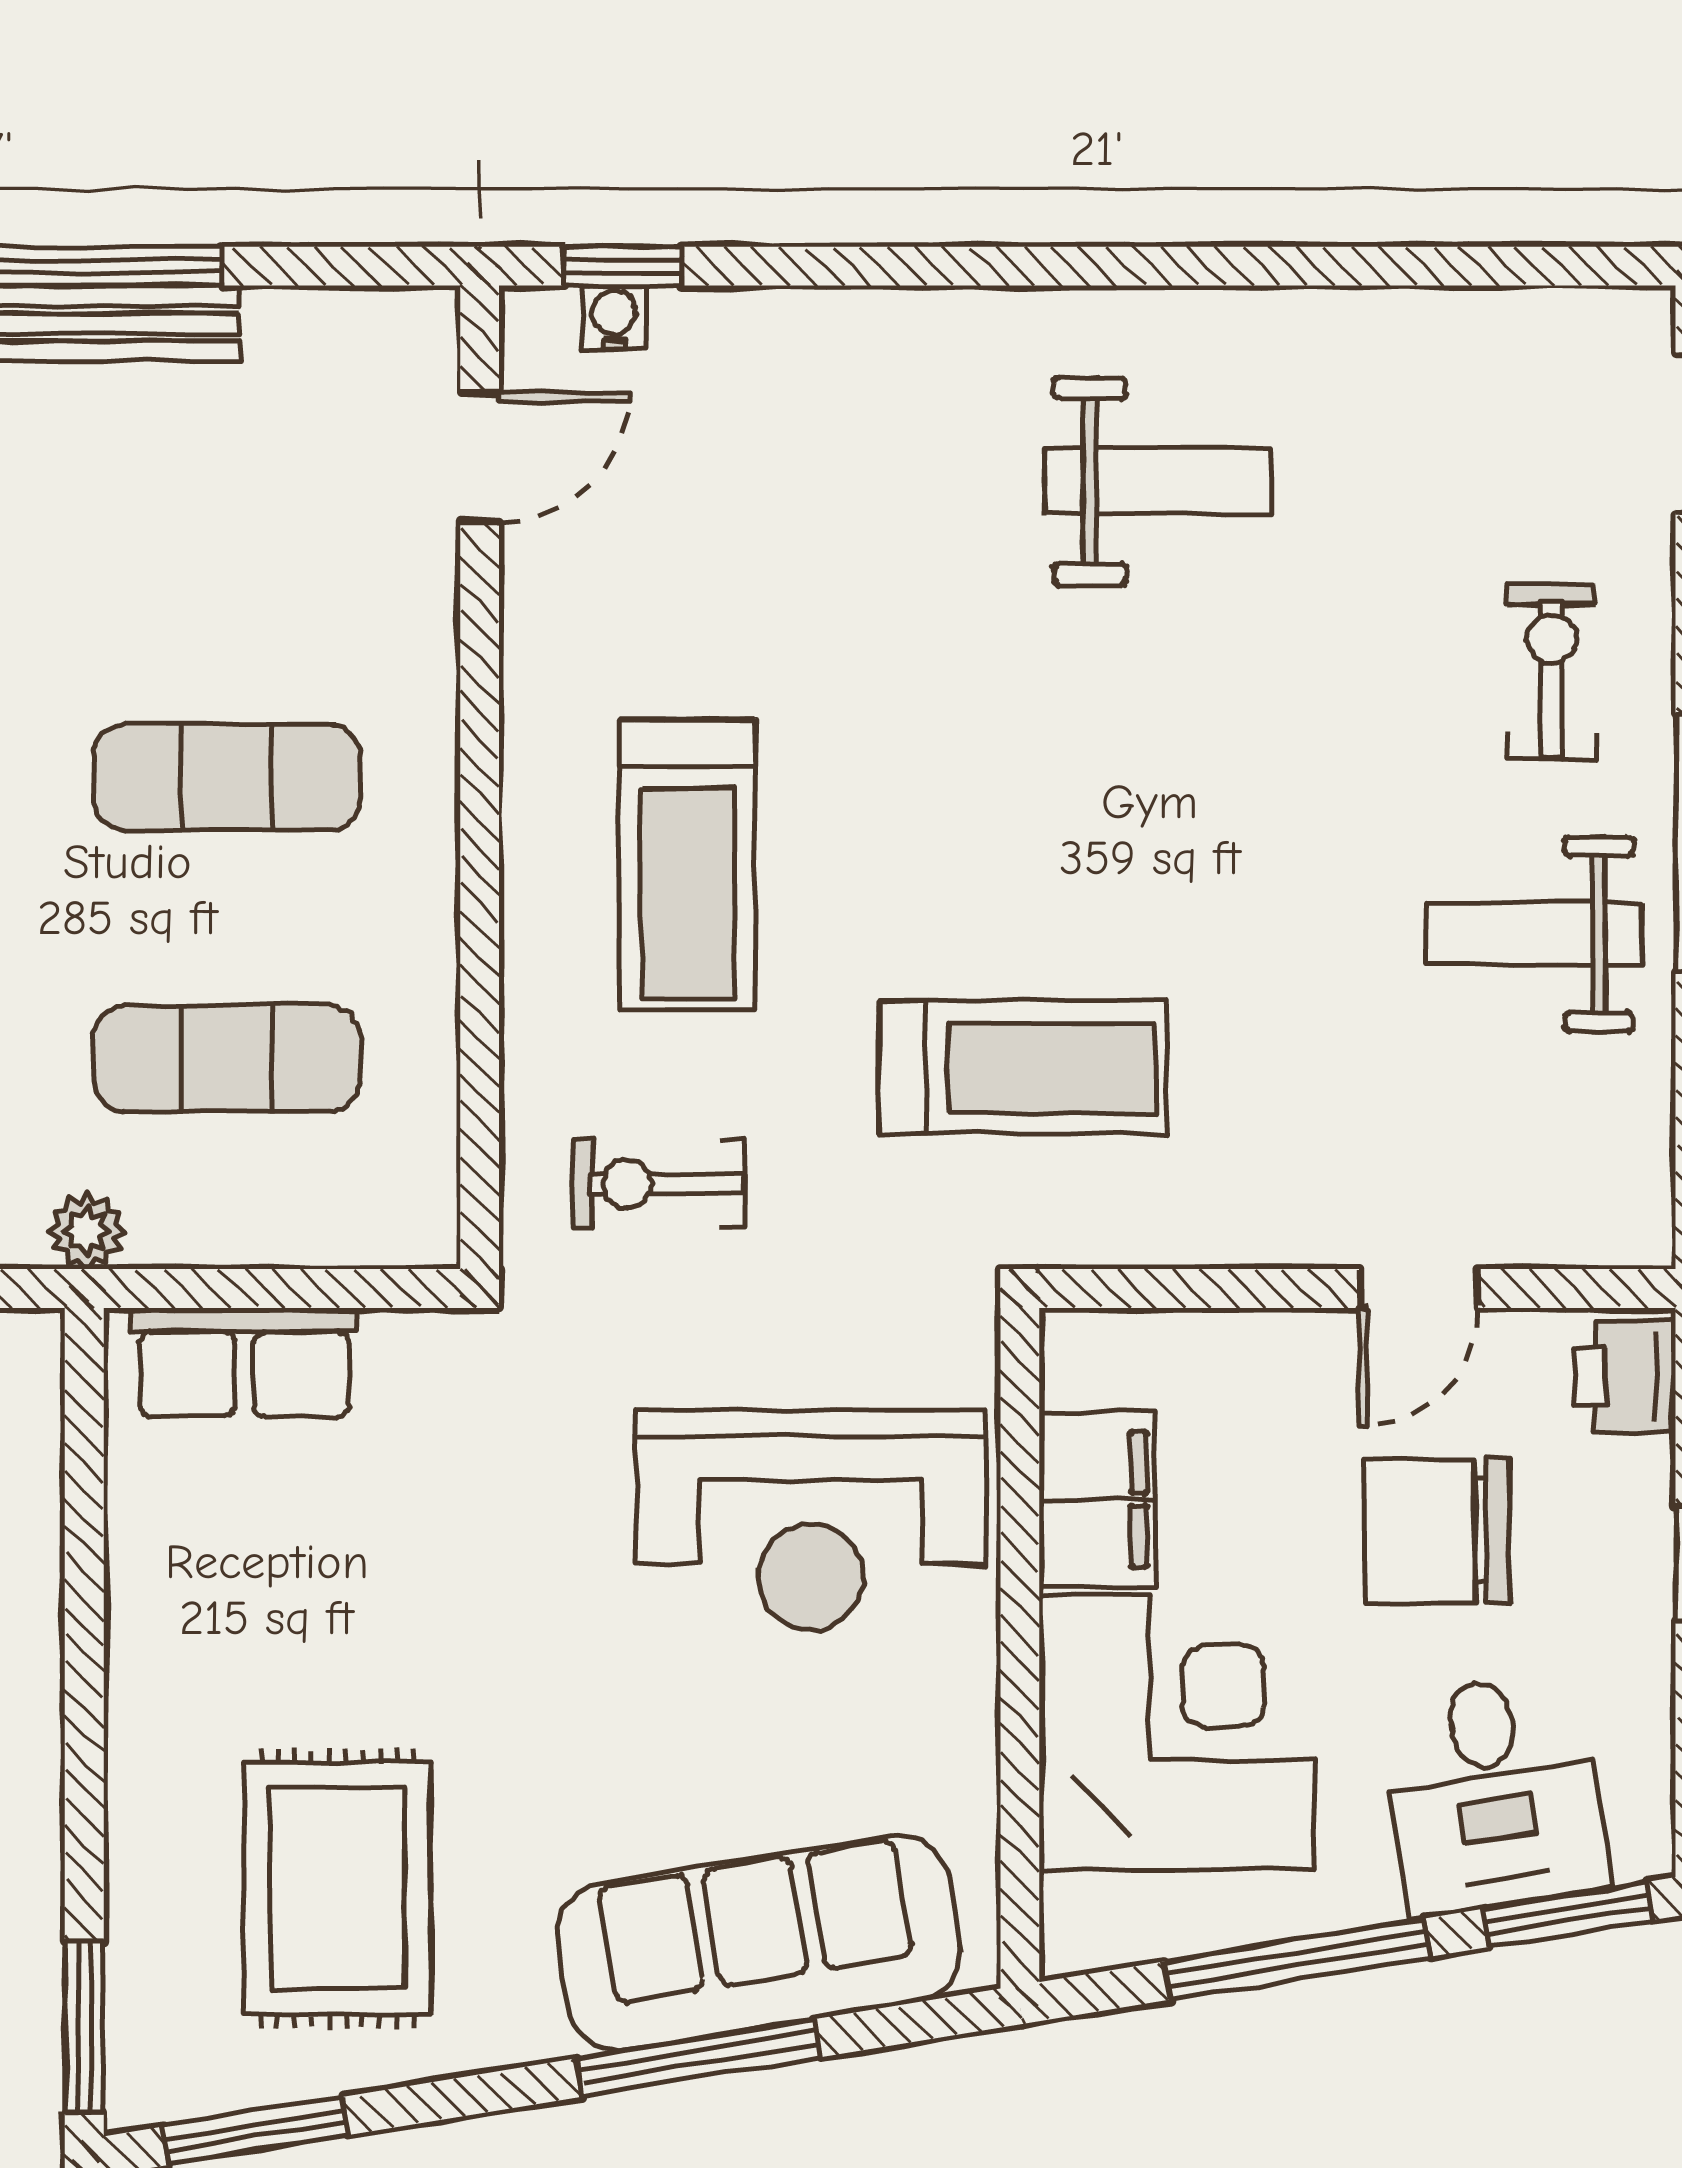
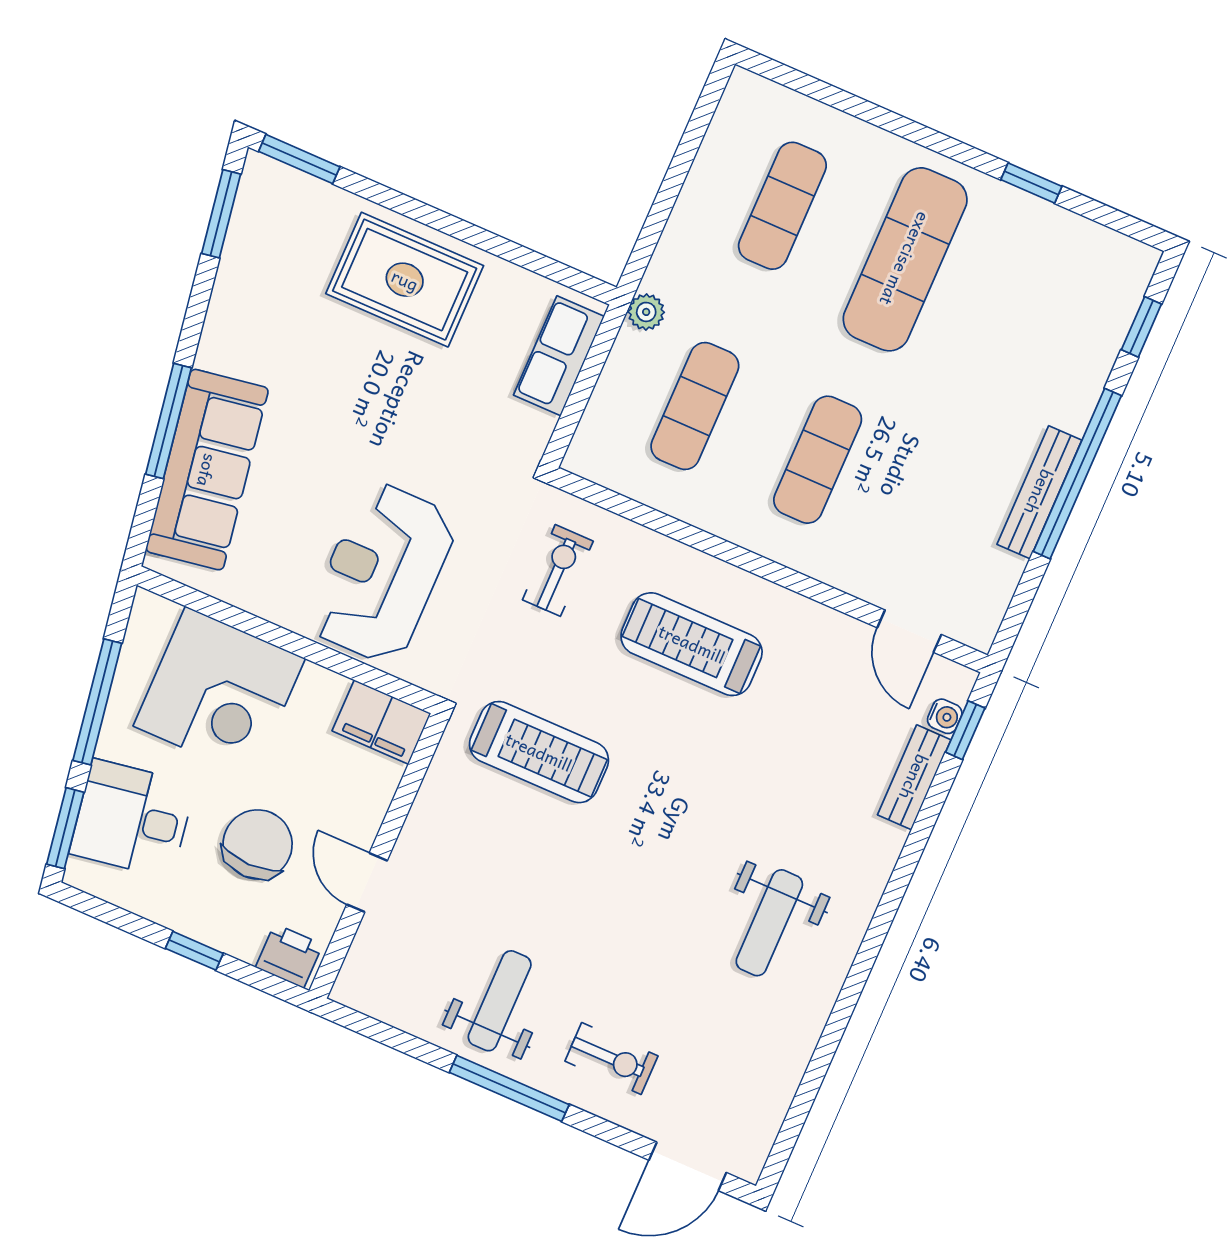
bench: (756, 325) -> (914, 777), added
treadmill: (1023, 1068) -> (539, 752), turned -90
filing cabinet: (1098, 1499) -> (381, 722), moved
rug: (337, 1888) -> (405, 280), moved

